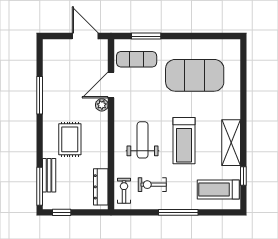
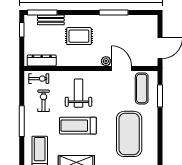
weight bench: (143, 140) -> (79, 93), turned -90

